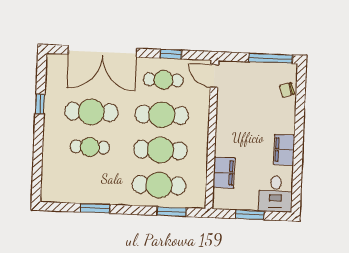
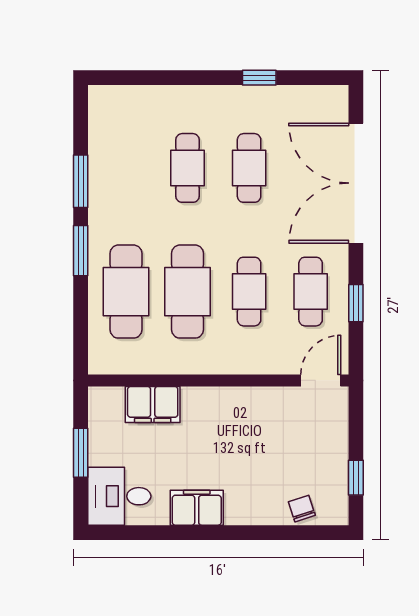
window: (271, 58) -> (356, 478), width x0.46
cafe table: (91, 112) -> (249, 168), width x0.73, depth x0.74
cafe table: (162, 115) -> (249, 292), width x0.73, depth x0.74
window: (172, 212) -> (81, 251), moved

